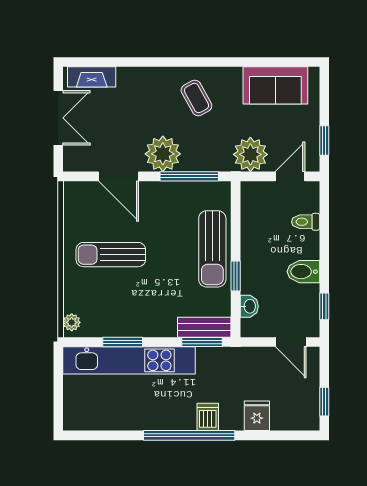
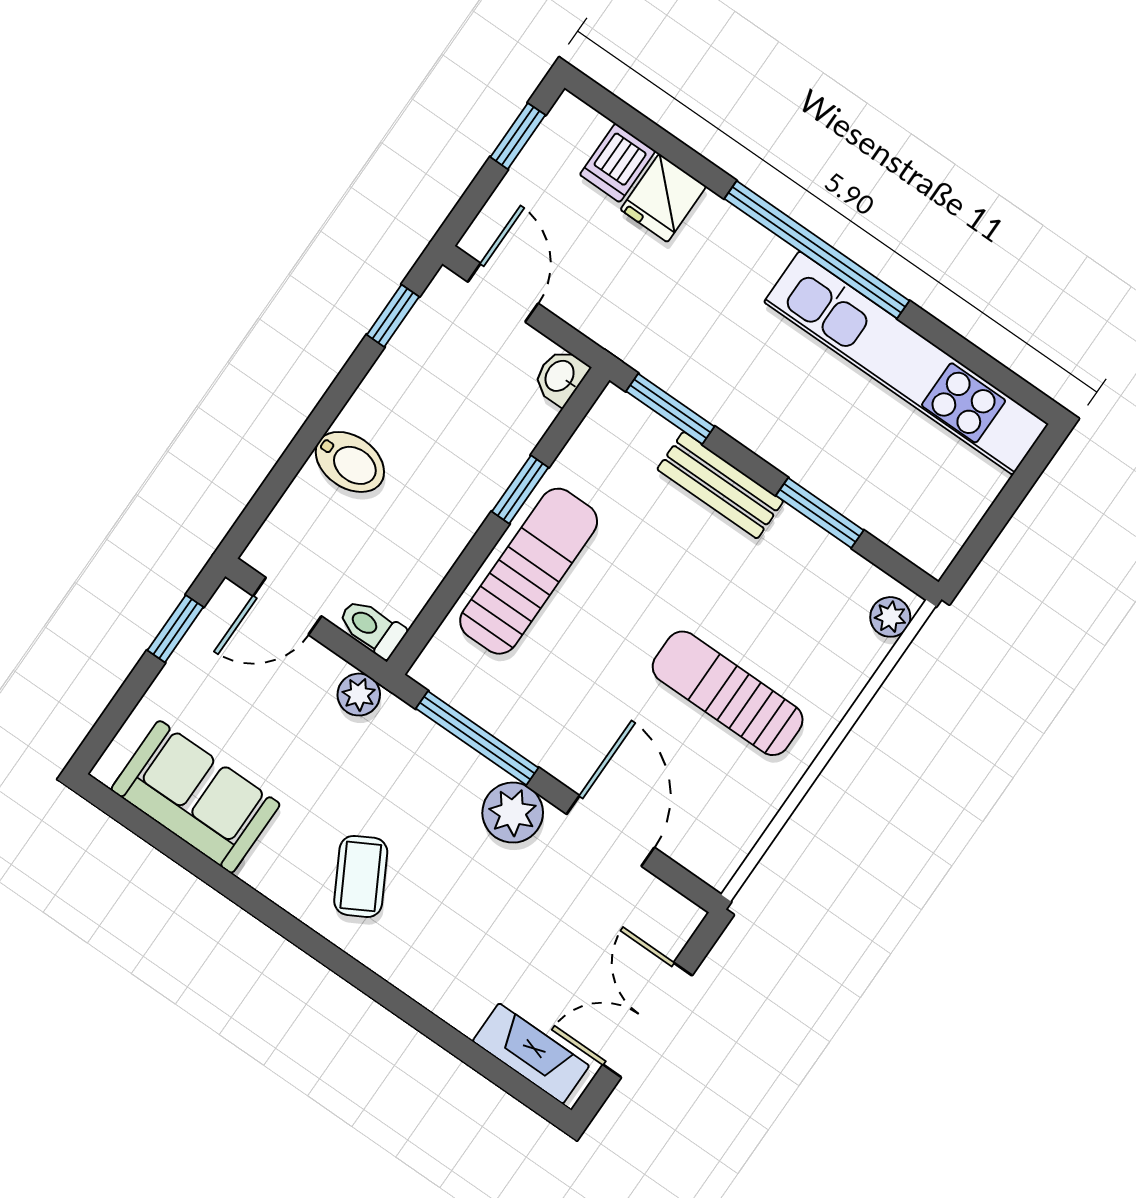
plant: (163, 154) -> (513, 813), width x0.73, depth x0.73
plant: (250, 154) -> (359, 695), width x0.53, depth x0.53
toilet: (306, 222) -> (372, 628), moved, turned 180
sun lounger: (111, 255) -> (728, 693), turned 180
bidet: (303, 272) -> (350, 462), moved
washbasin: (249, 306) -> (561, 377), moved
bench: (204, 327) -> (720, 485), moved
kitchen unit: (129, 360) -> (906, 363), moved, turned 180
dishwasher: (208, 417) -> (618, 163), moved

